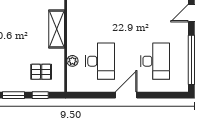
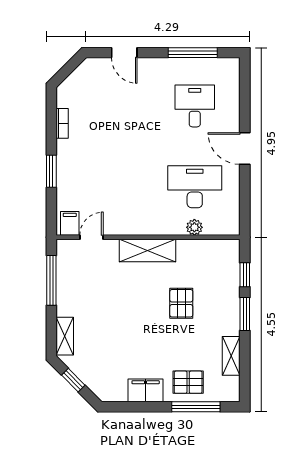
window: (191, 60) -> (193, 53), width x0.68
desk: (155, 61) -> (195, 106), width x0.73
pallet: (41, 72) -> (181, 303), moved

